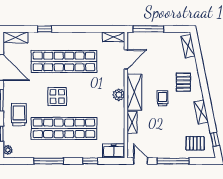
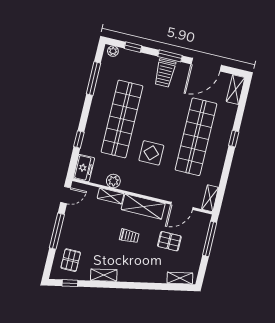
window: (45, 29) -> (234, 139), moved
door: (126, 59) -> (182, 206), hinge flipped
pallet: (183, 82) -> (169, 241), moved
plant: (119, 95) -> (113, 181), moved
display table: (57, 96) -> (151, 153), moved
trolley: (19, 115) -> (165, 73), moved, turned 90
window: (49, 161) -> (94, 78), moved

